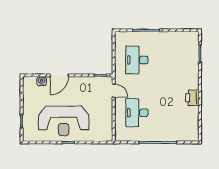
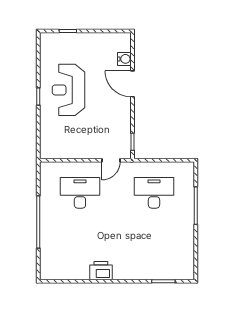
reception desk: (64, 121) -> (69, 90), width x0.74, depth x0.77

